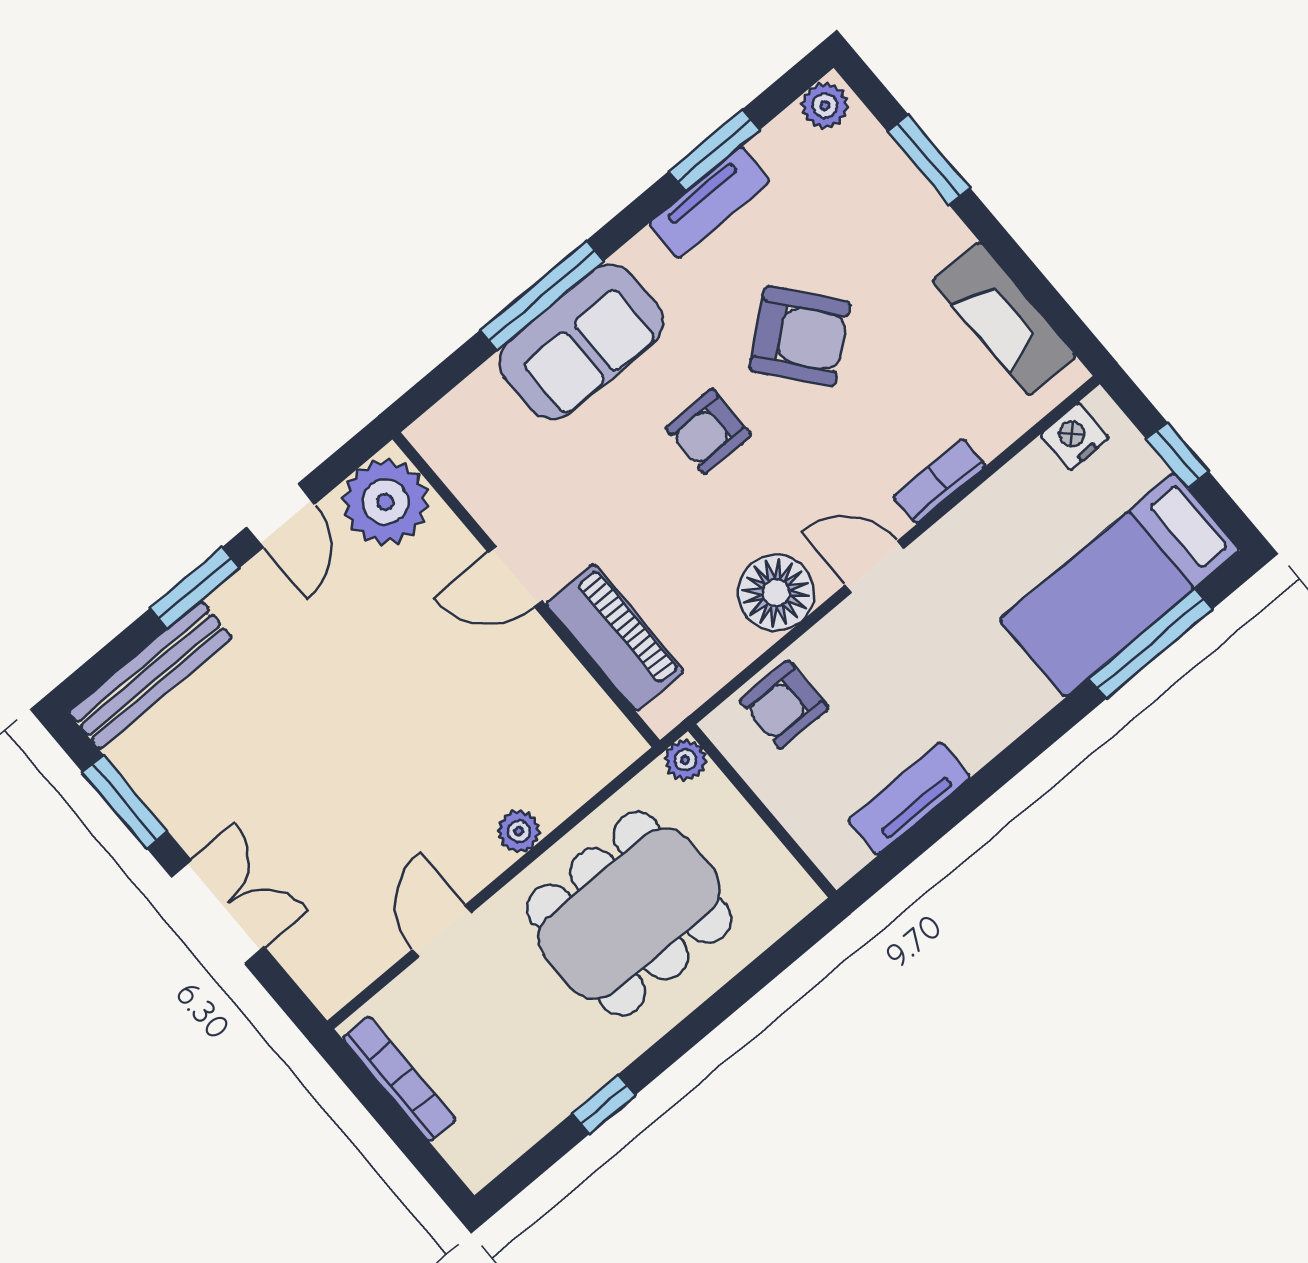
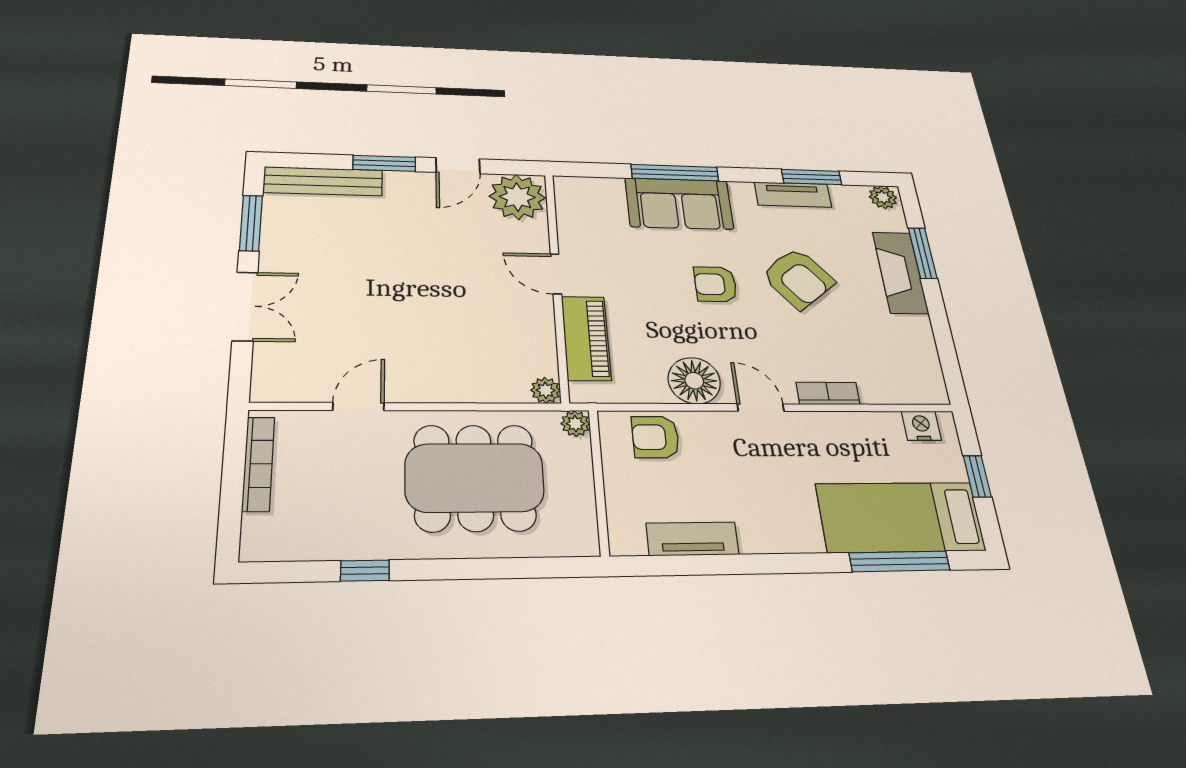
fireplace: (1004, 319) -> (900, 272), moved
plant: (519, 831) -> (546, 390), moved

